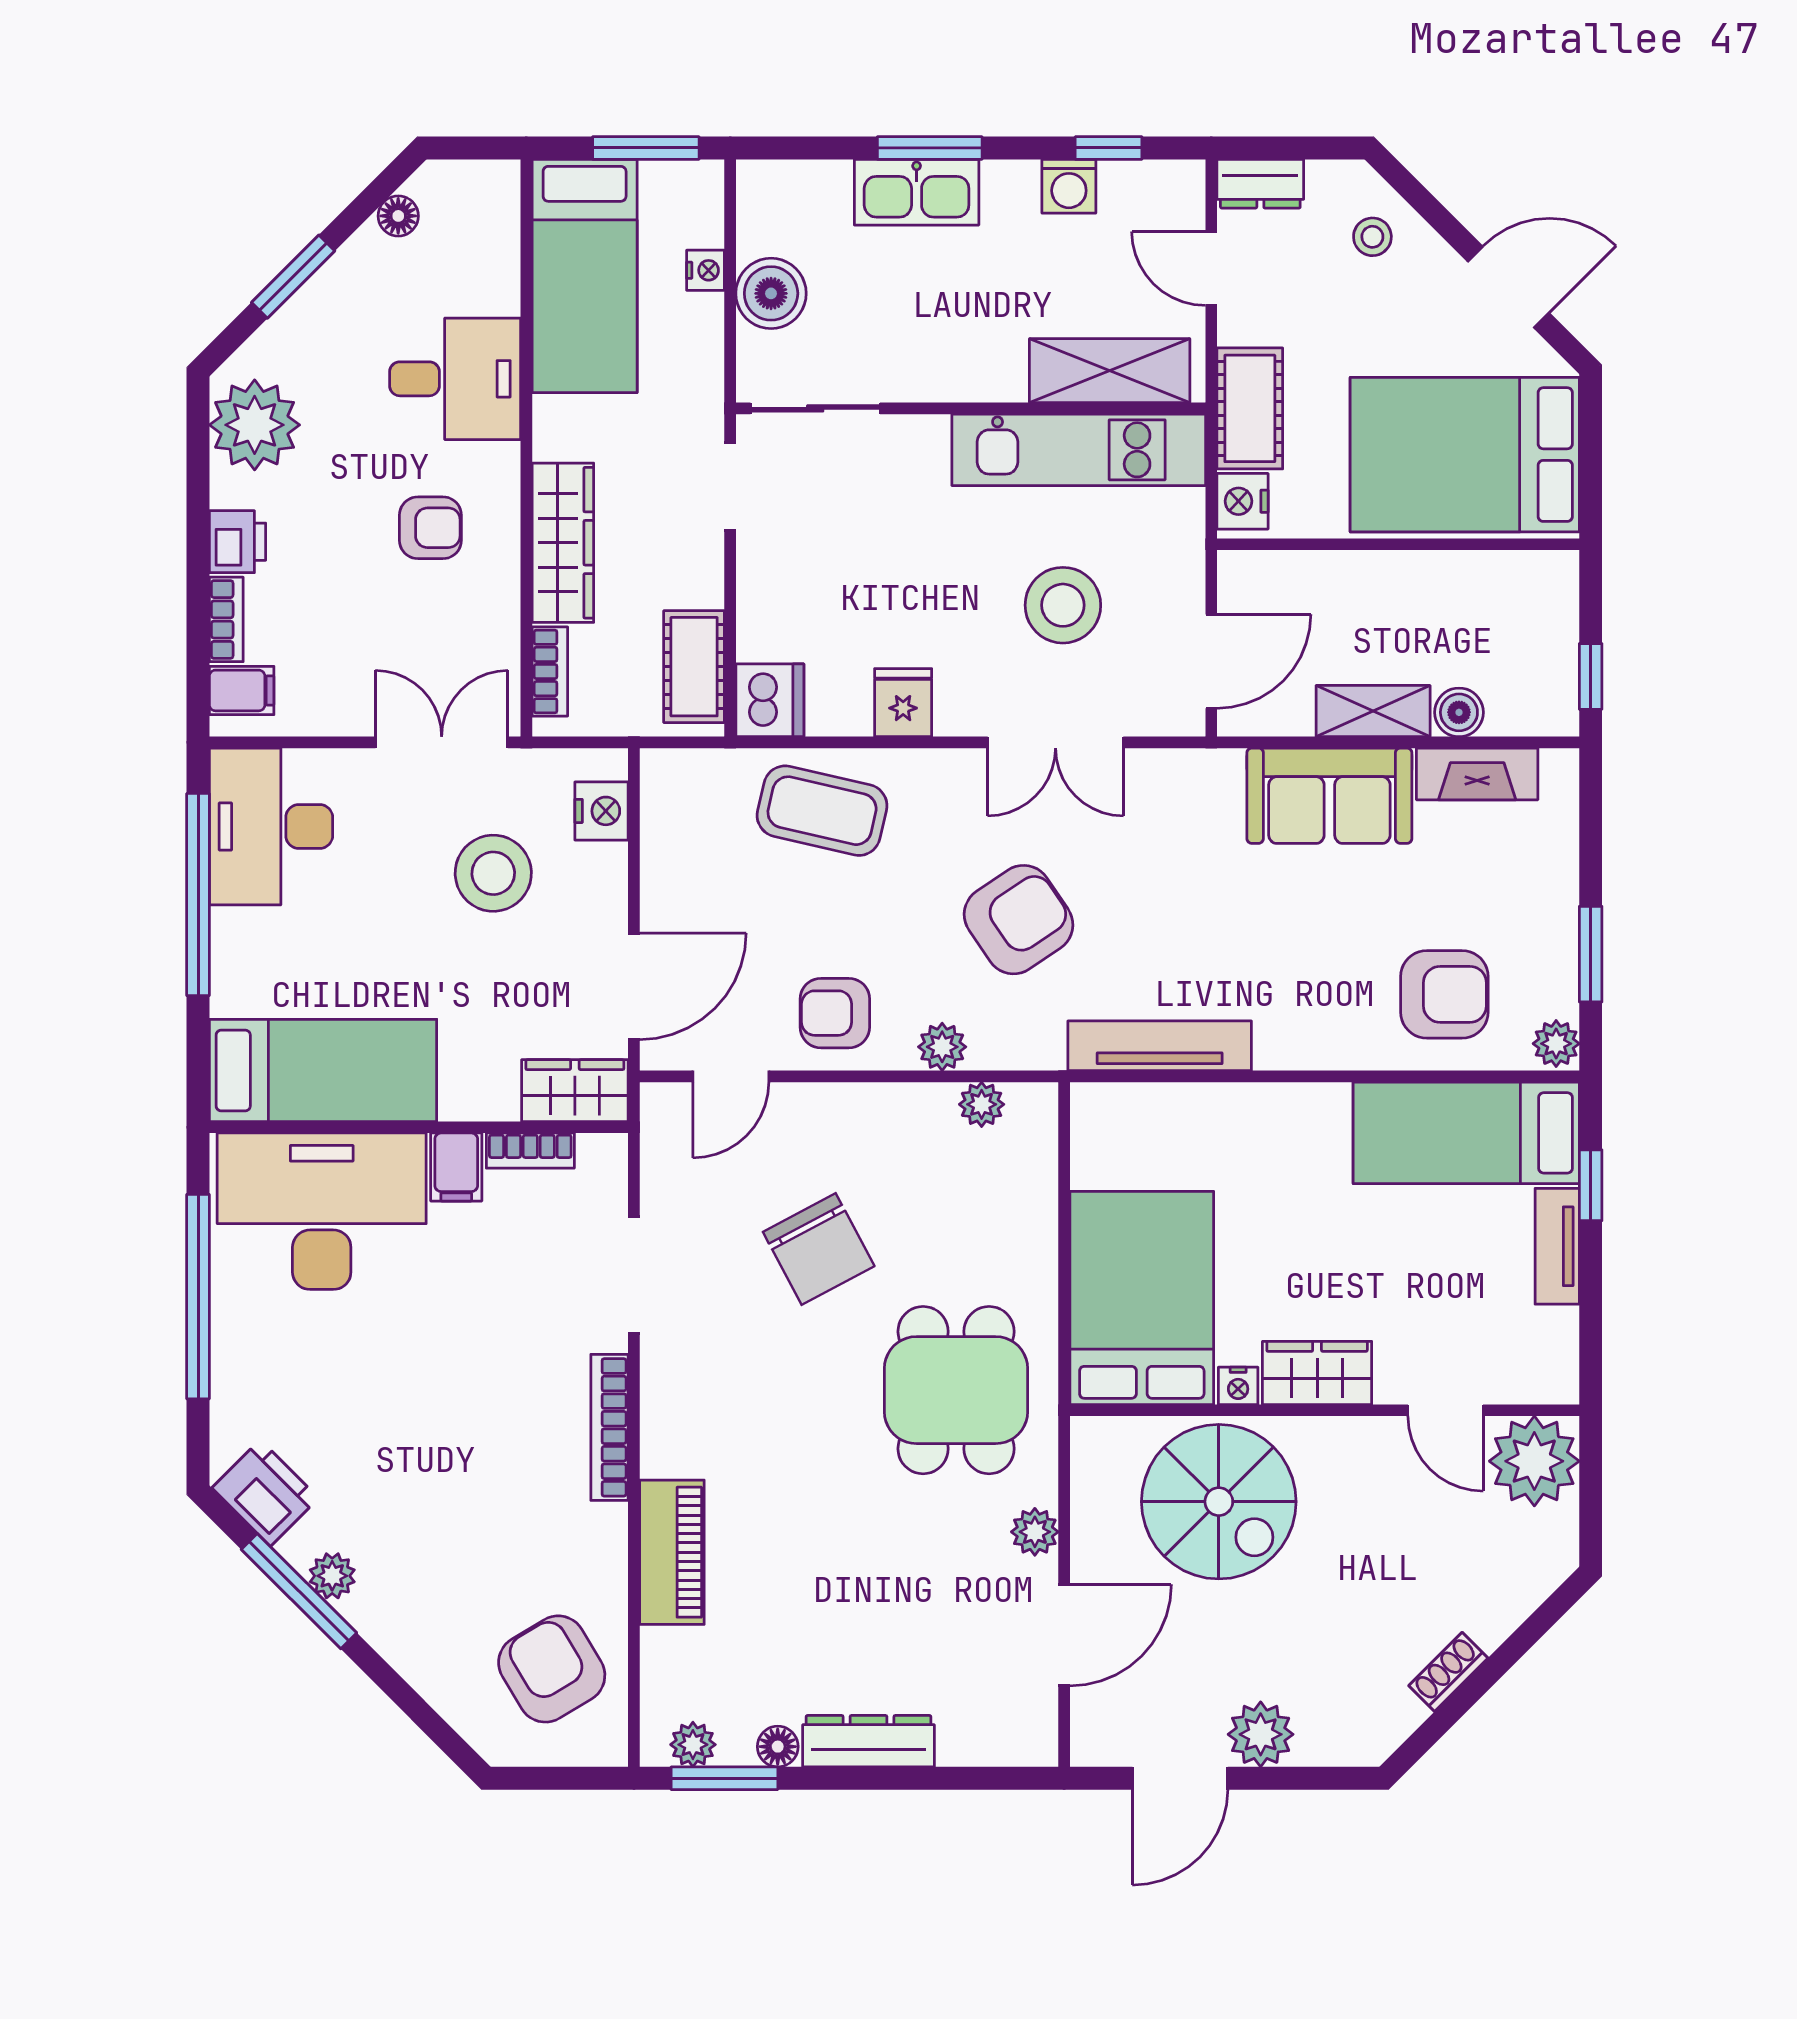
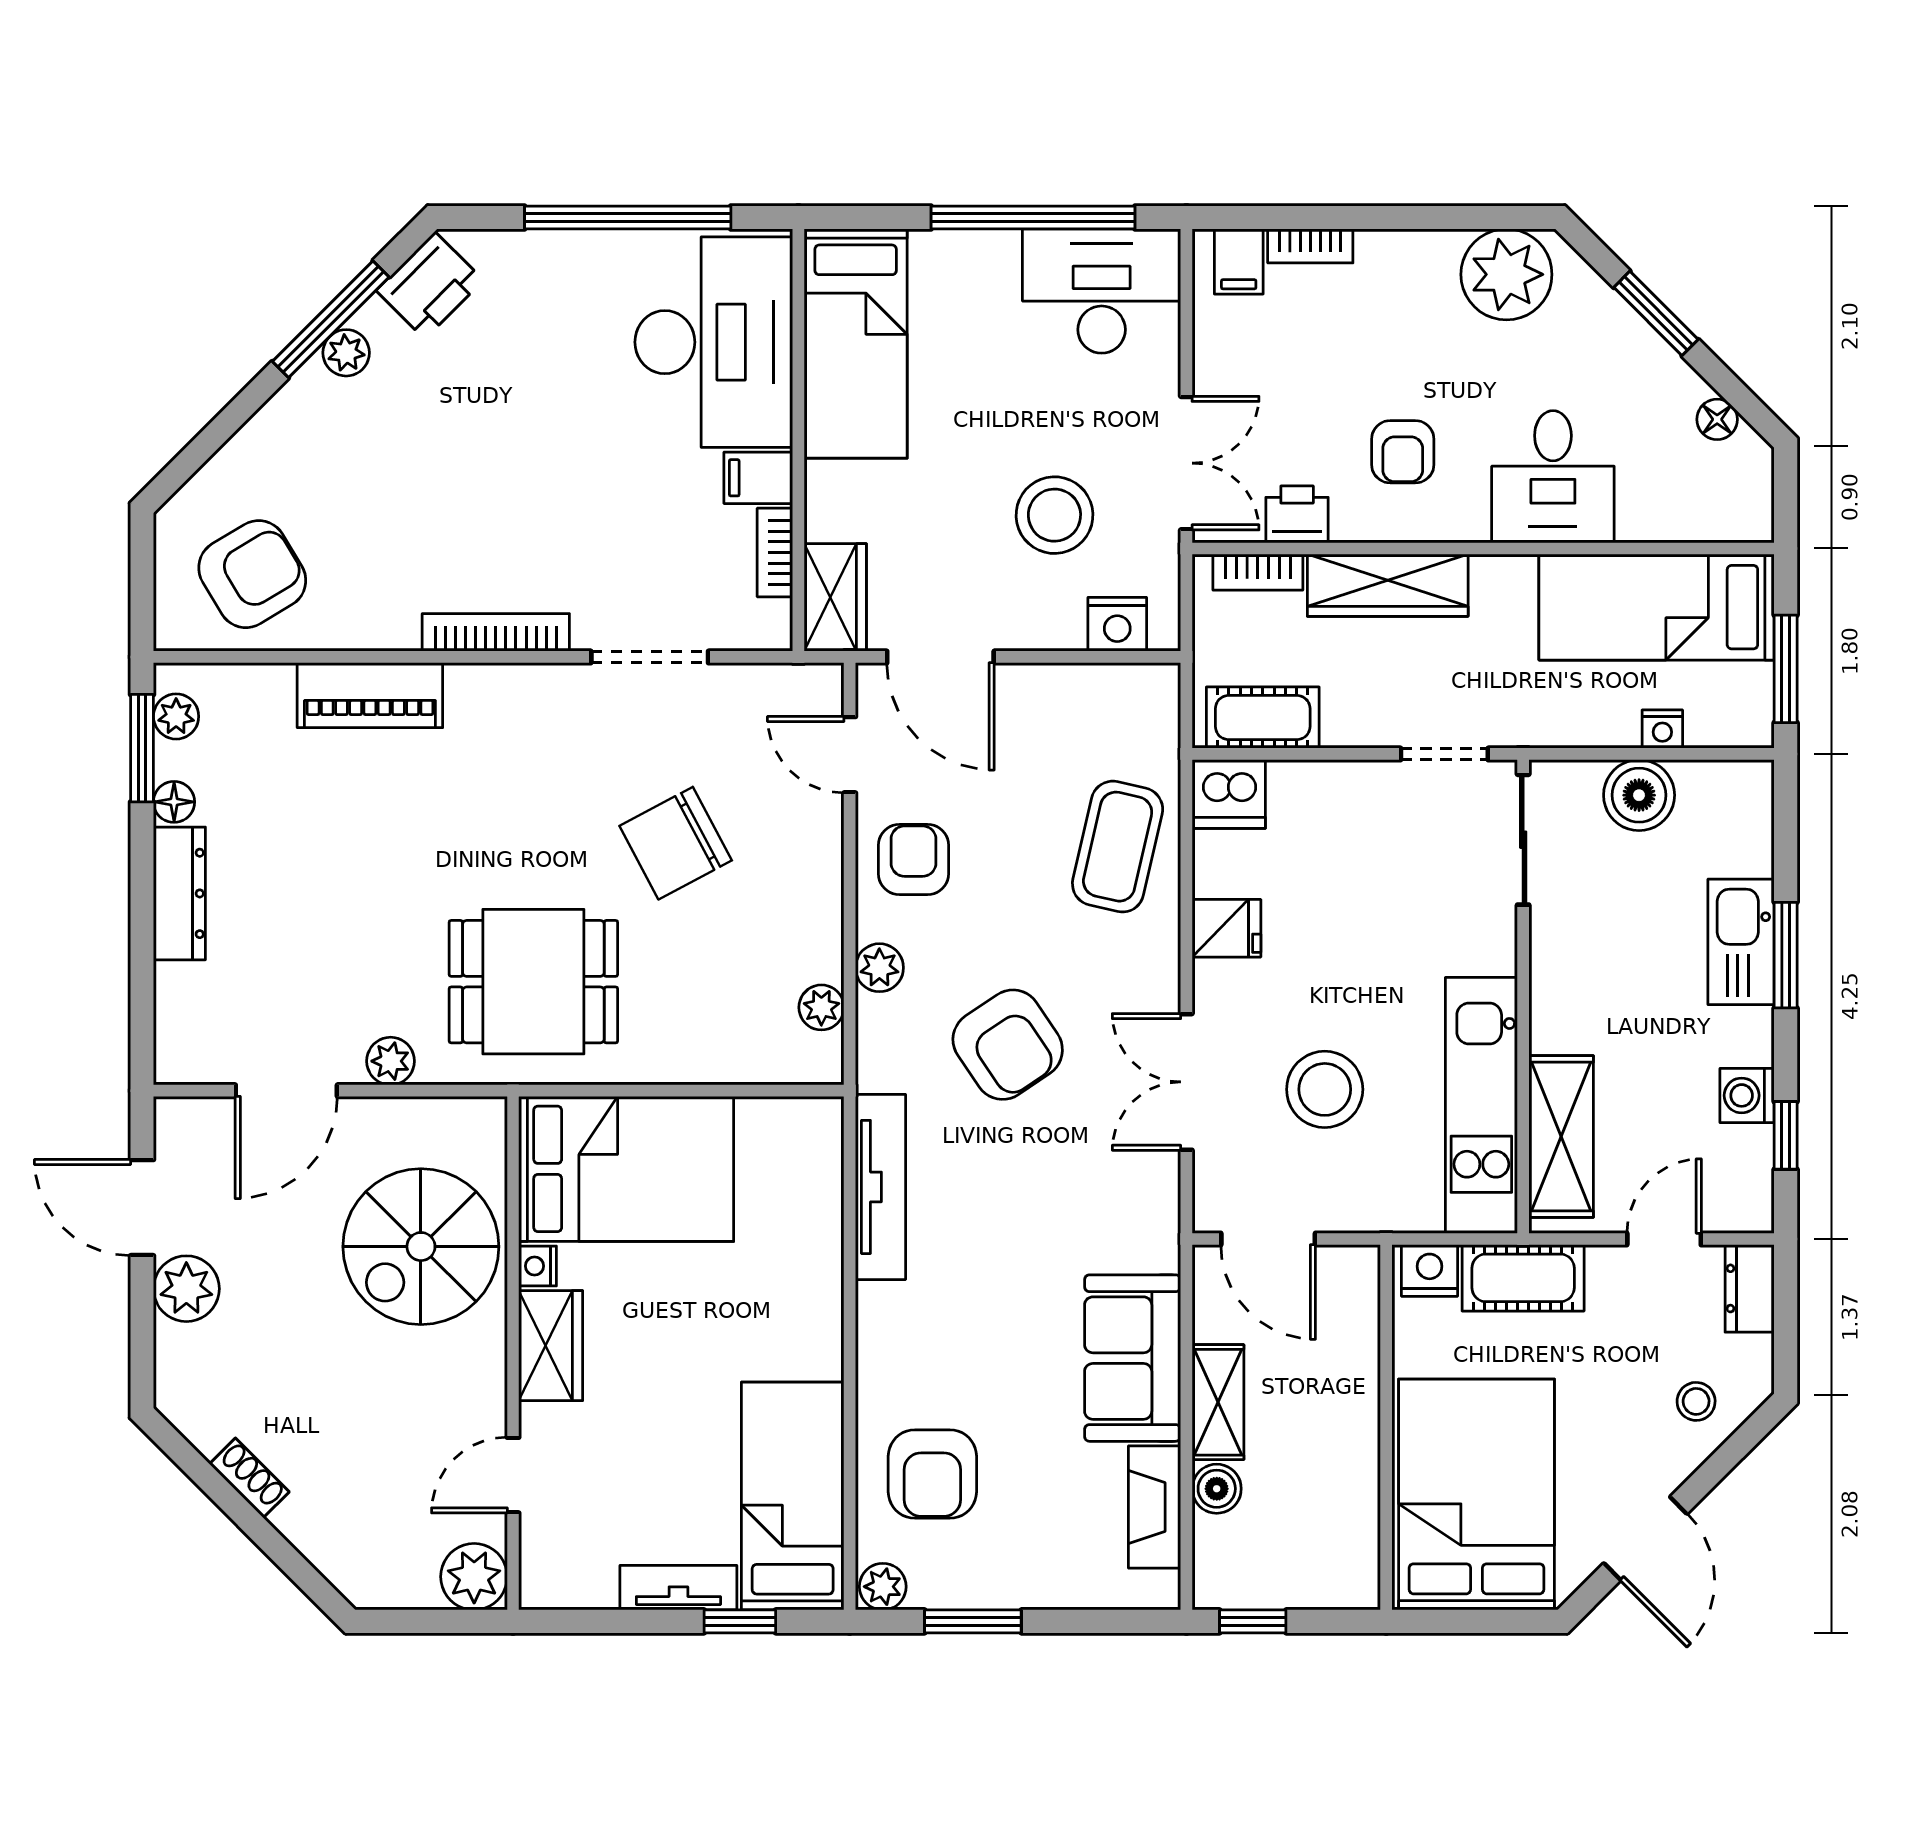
printer: (238, 542) -> (1297, 514), moved, turned 180
plant: (1534, 1461) -> (474, 1577), width x0.73, depth x0.73
door: (1064, 1635) -> (286, 1091), hinge flipped

